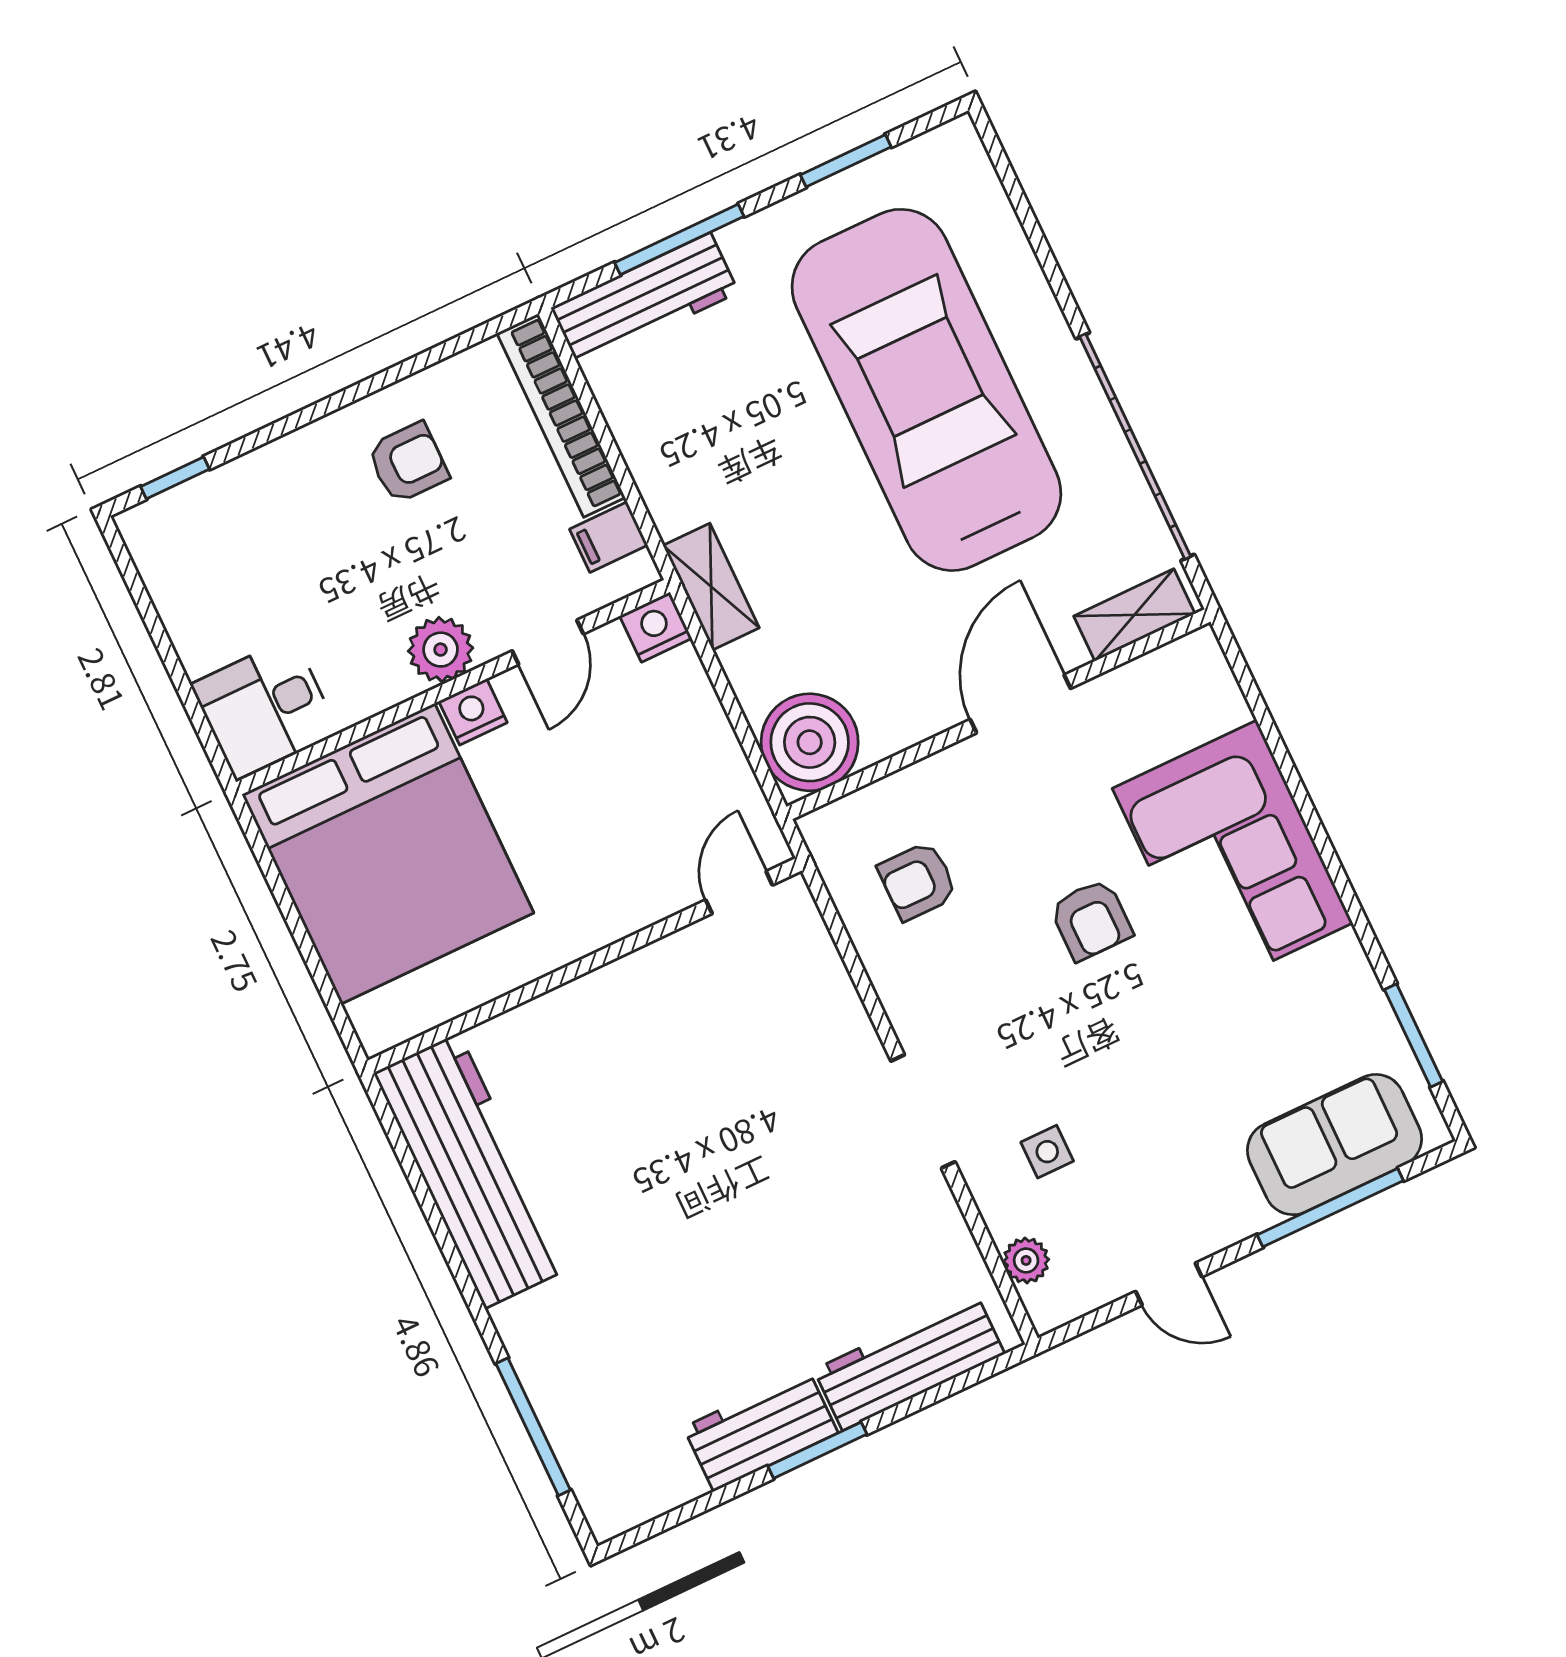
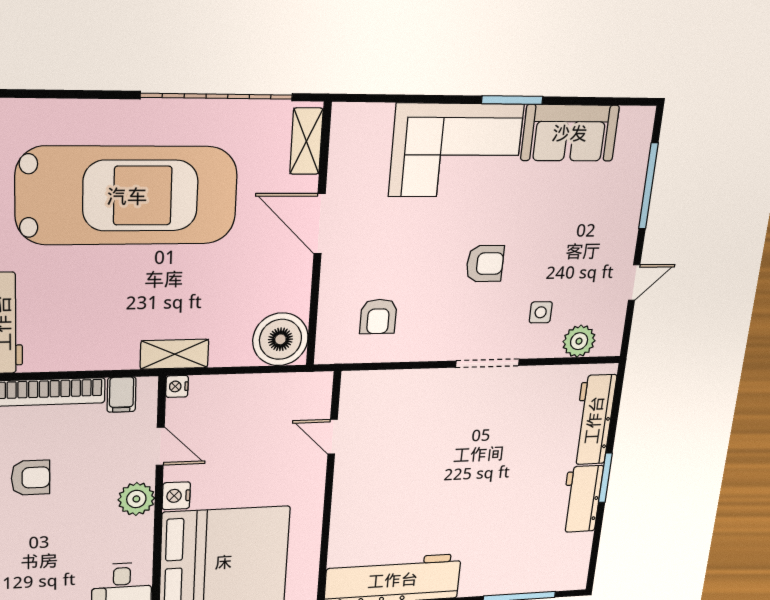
car: (926, 390) -> (127, 196), turned 180
armchair: (408, 463) -> (30, 478), turned 90
nightstand: (656, 627) -> (177, 386), width x0.72, depth x0.74
door: (739, 893) -> (333, 437), moved
armchair: (1091, 920) -> (485, 264), moved
window: (1414, 1035) -> (512, 100), moved
sofa: (1334, 1145) -> (570, 133), moved, turned -90
plant: (1026, 1260) -> (579, 341), width x1.38, depth x1.38

